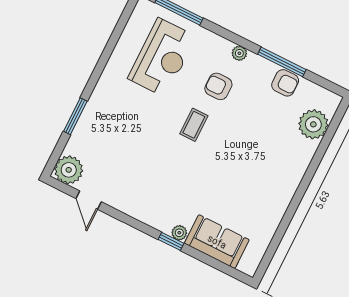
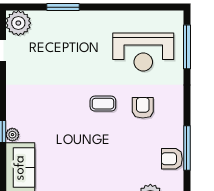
plant: (239, 53) -> (177, 111), removed
armchair: (285, 83) -> (172, 159), turned 90

